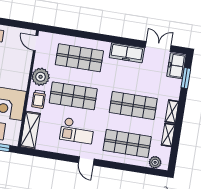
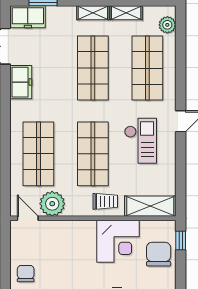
door: (36, 43) -> (28, 218), swing flipped
freezer: (127, 53) -> (21, 82), width x0.71
plant: (41, 77) -> (52, 204), moved

